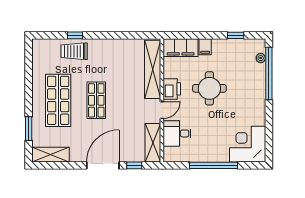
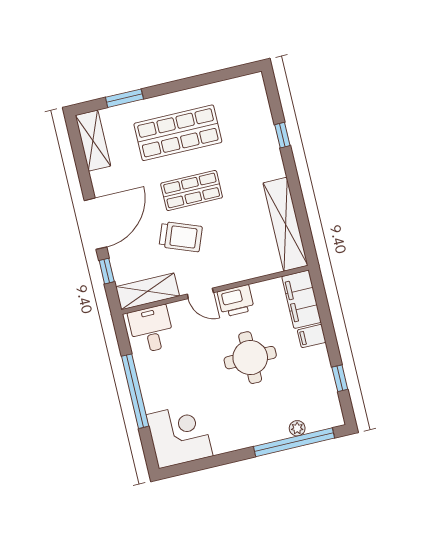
trolley: (74, 51) -> (181, 237), moved, turned 111
plant: (261, 58) -> (297, 428), moved
shelving: (153, 69) -> (285, 224), moved, turned 90
desk: (177, 133) -> (151, 329), moved
door: (103, 165) -> (95, 224), hinge flipped

